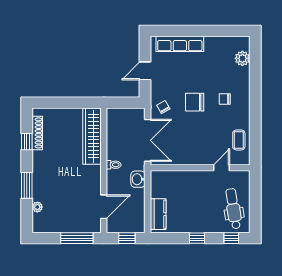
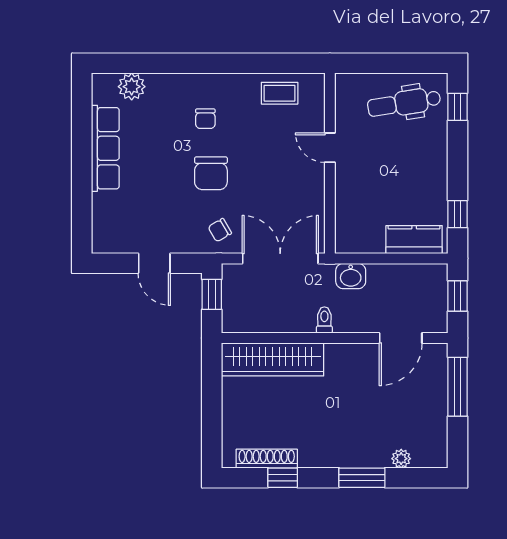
row of seats: (180, 44) -> (105, 148), moved
window: (128, 103) -> (212, 294), added
door: (221, 168) -> (330, 148), moved
door: (104, 207) -> (401, 338), swing flipped
window: (197, 238) -> (458, 214), moved

